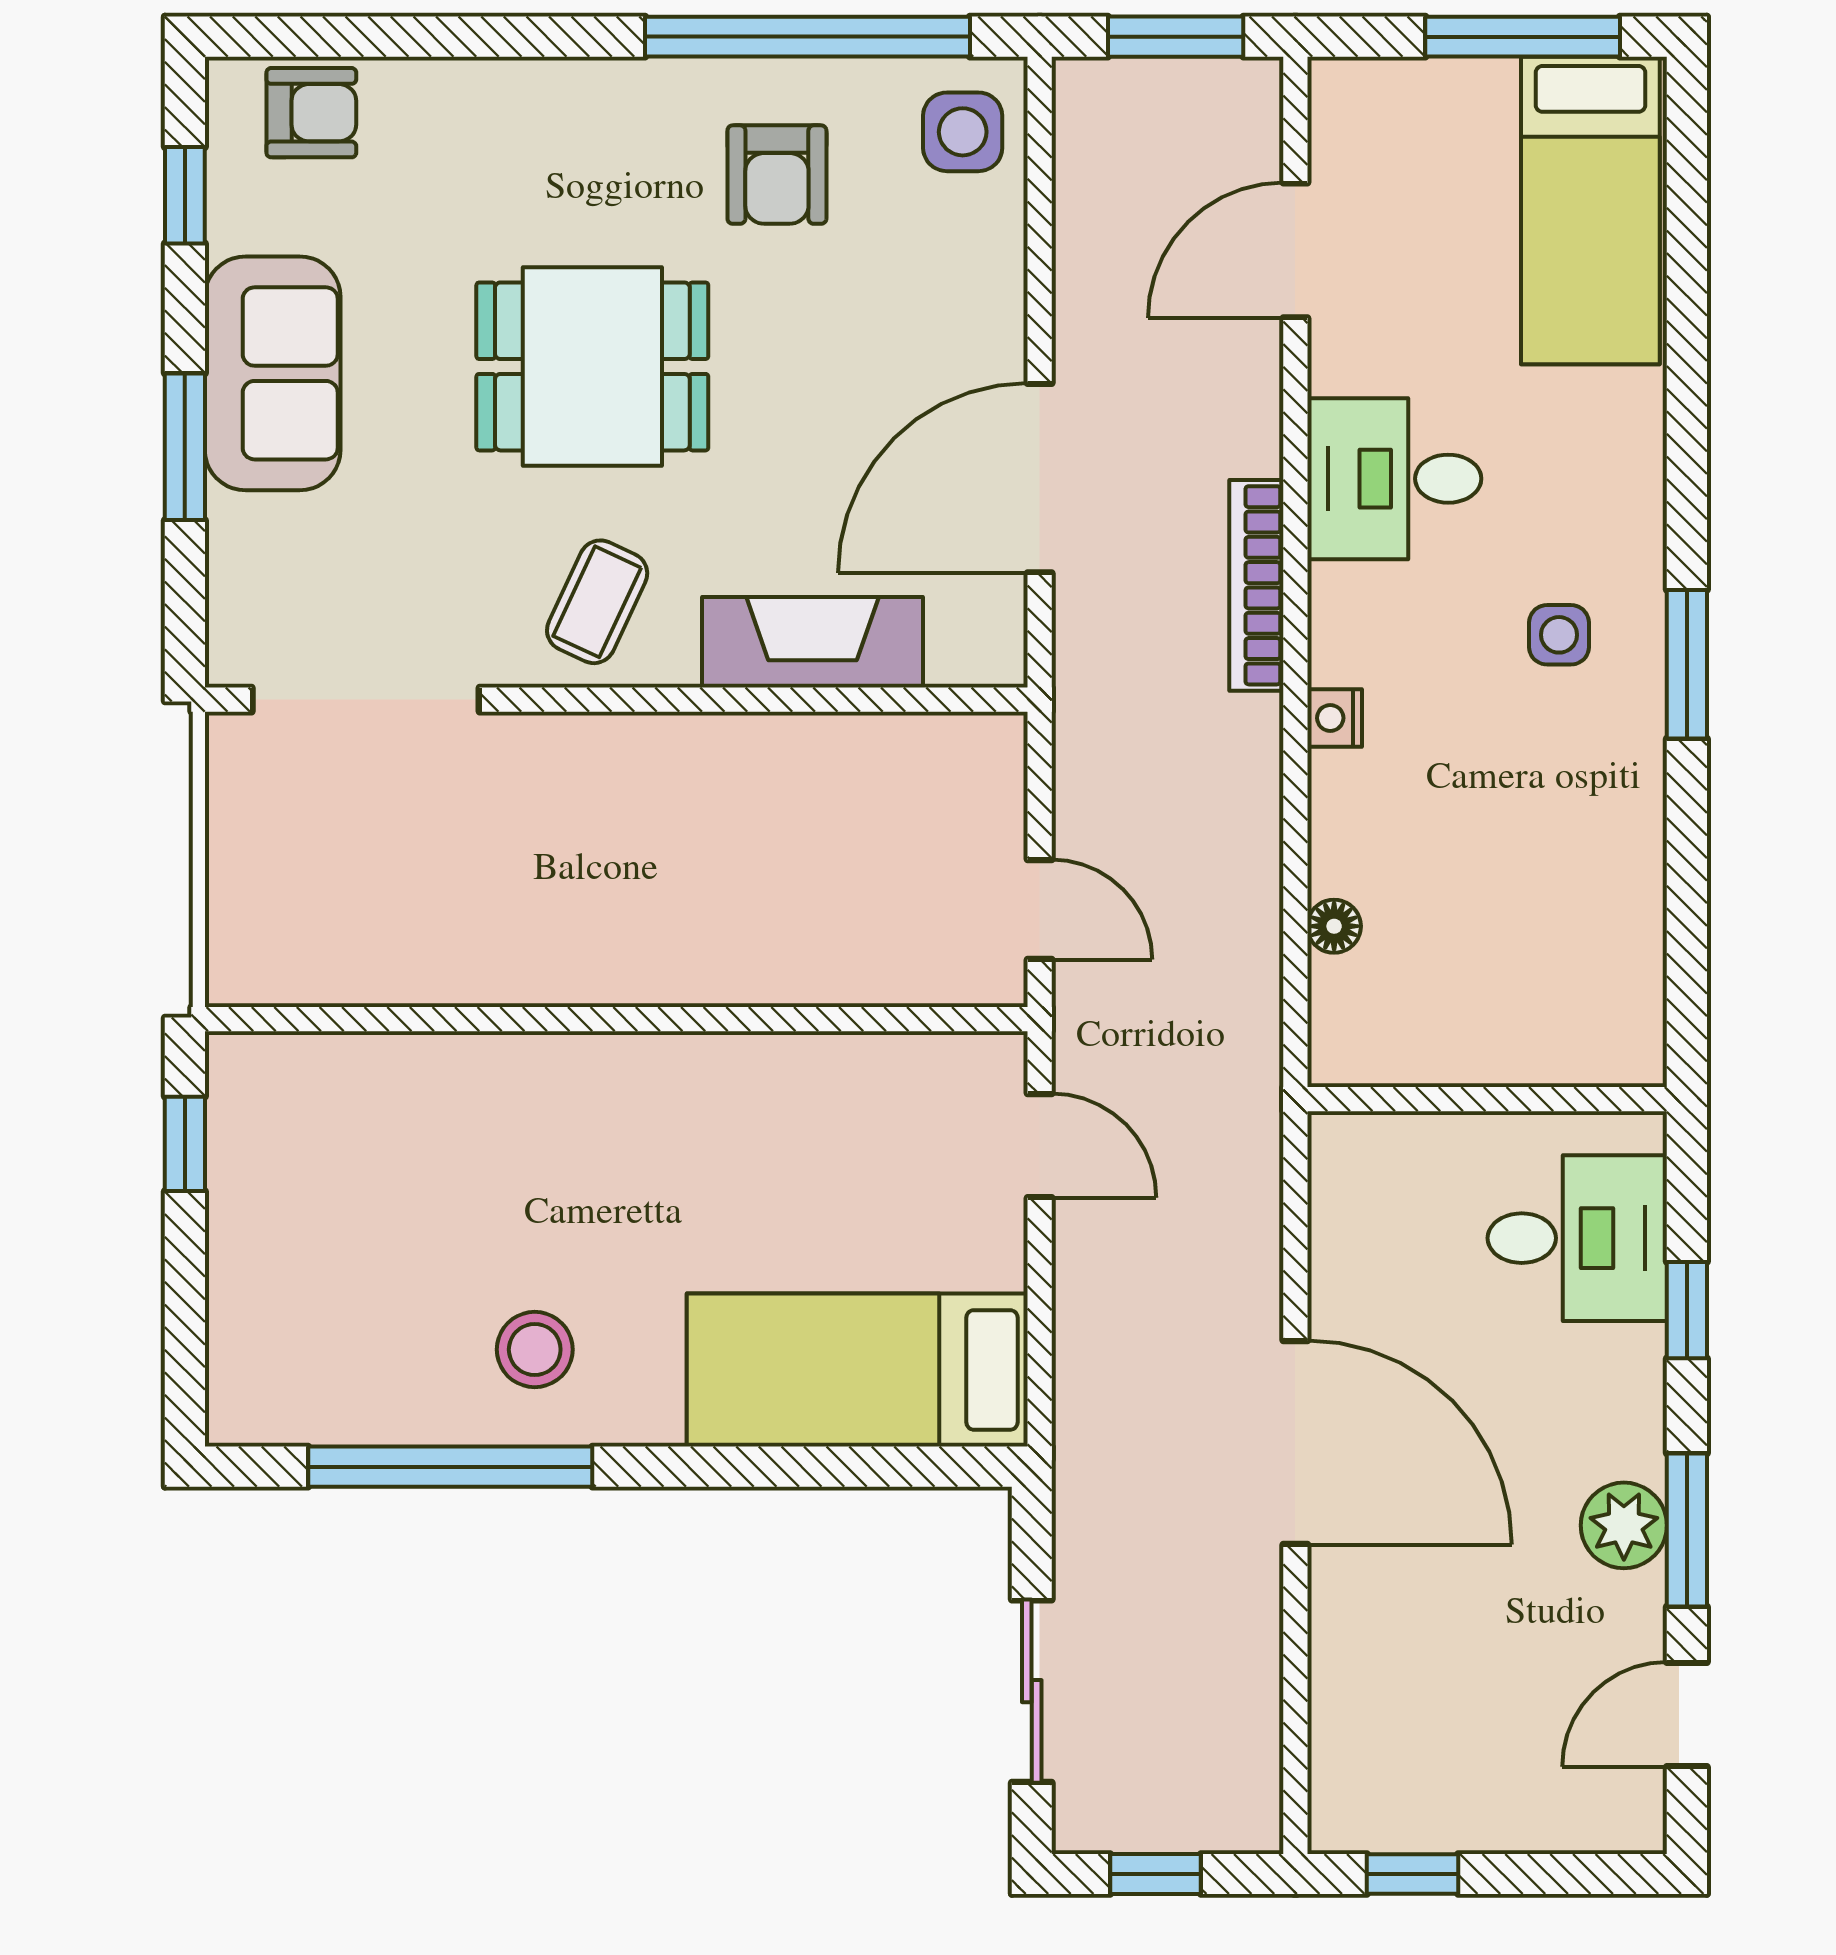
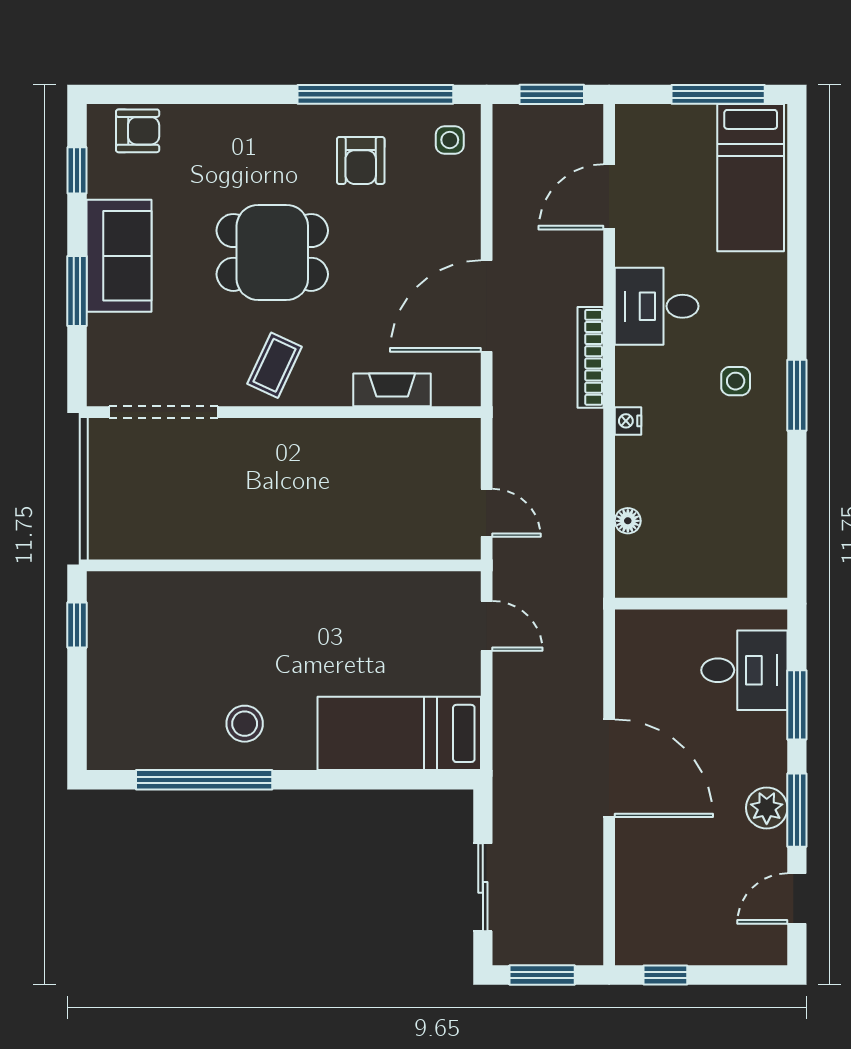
side table: (963, 132) -> (450, 140), width x0.73, depth x0.73
fireplace: (813, 642) -> (392, 390), width x0.73, depth x0.76
window: (1687, 1310) -> (797, 705), width x1.50
window: (1155, 1874) -> (542, 975), width x1.50

